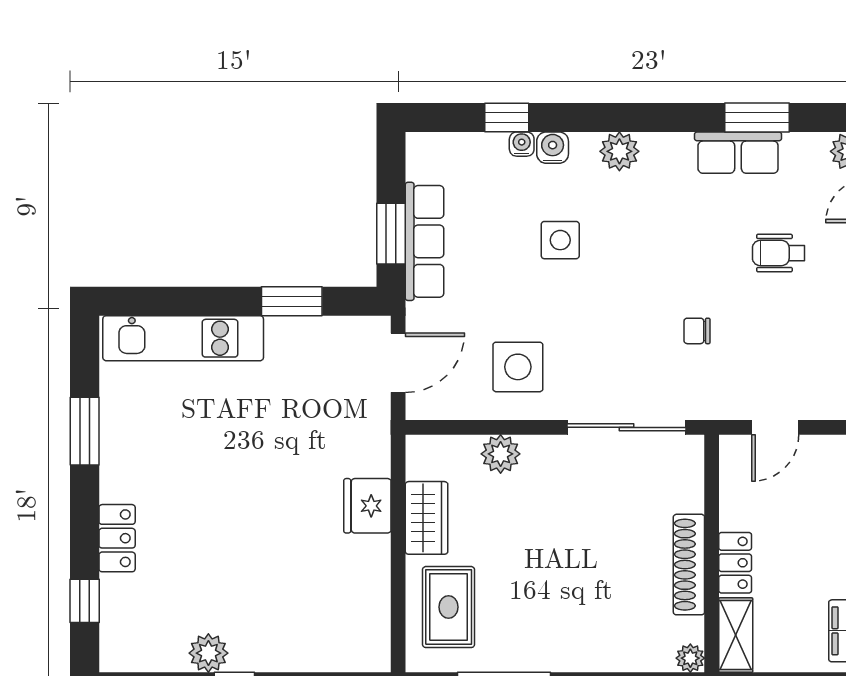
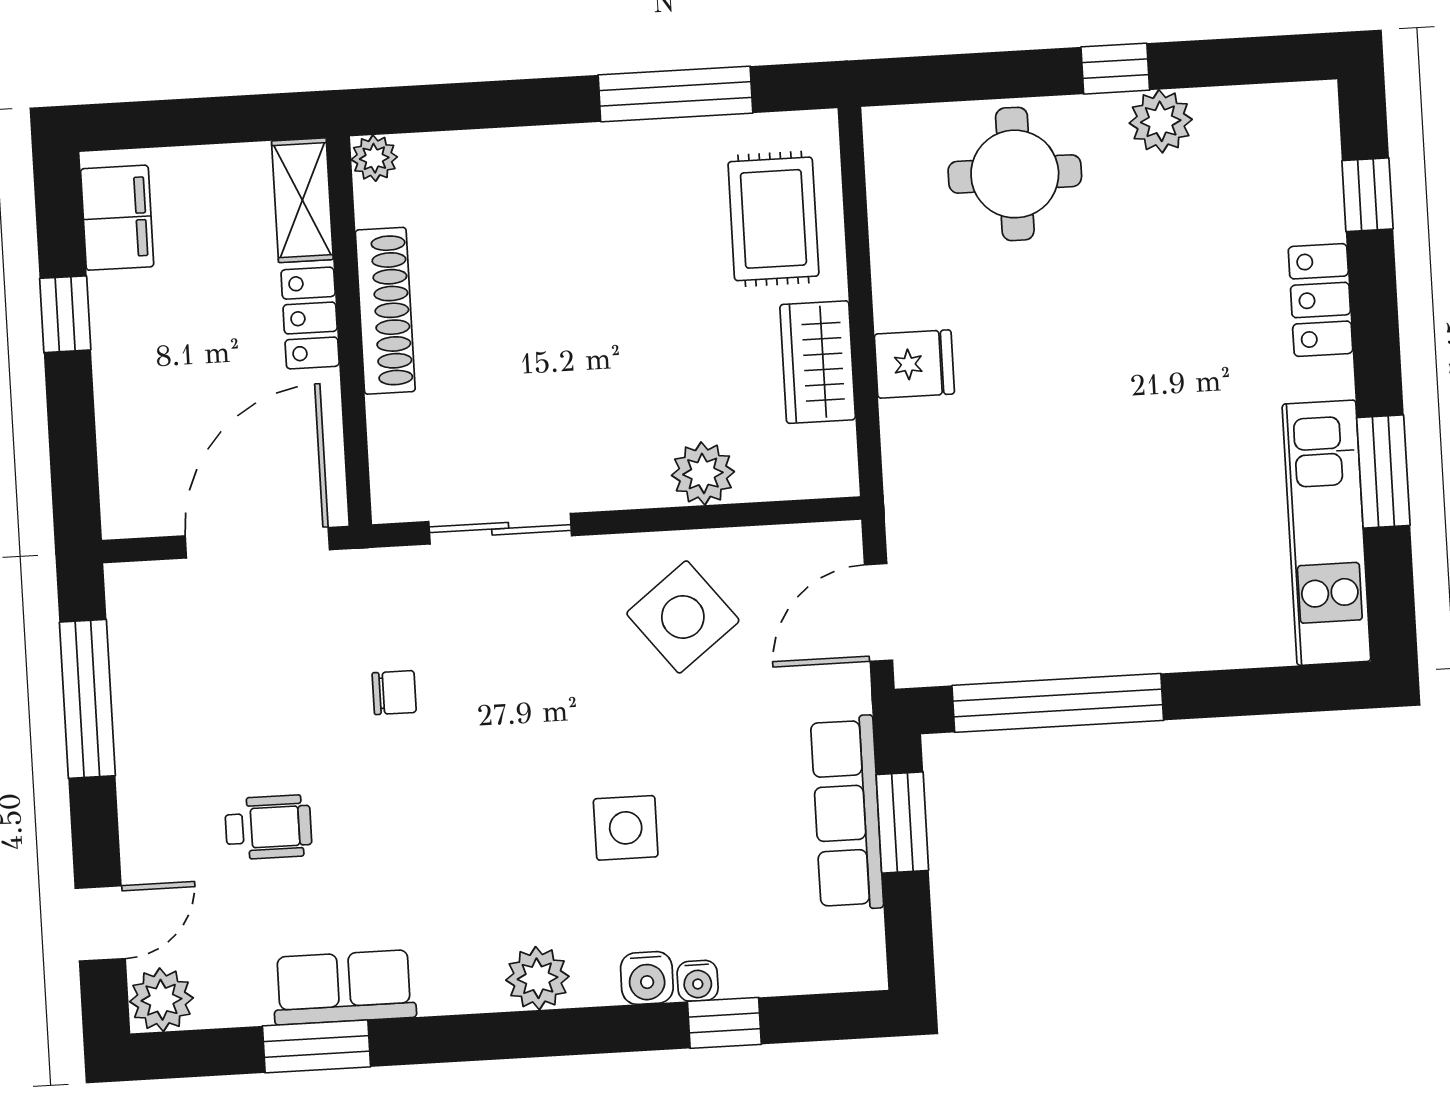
window: (292, 301) -> (1058, 703), width x2.11
kitchen unit: (183, 338) -> (1326, 533), moved, turned -90
side table: (518, 367) -> (683, 617), turned -38
sliding door: (626, 427) -> (500, 529), width x0.73
door: (775, 427) -> (257, 543), width x1.88
fridge: (367, 506) -> (914, 364), width x0.72
round table: (299, 626) -> (1015, 174), added

